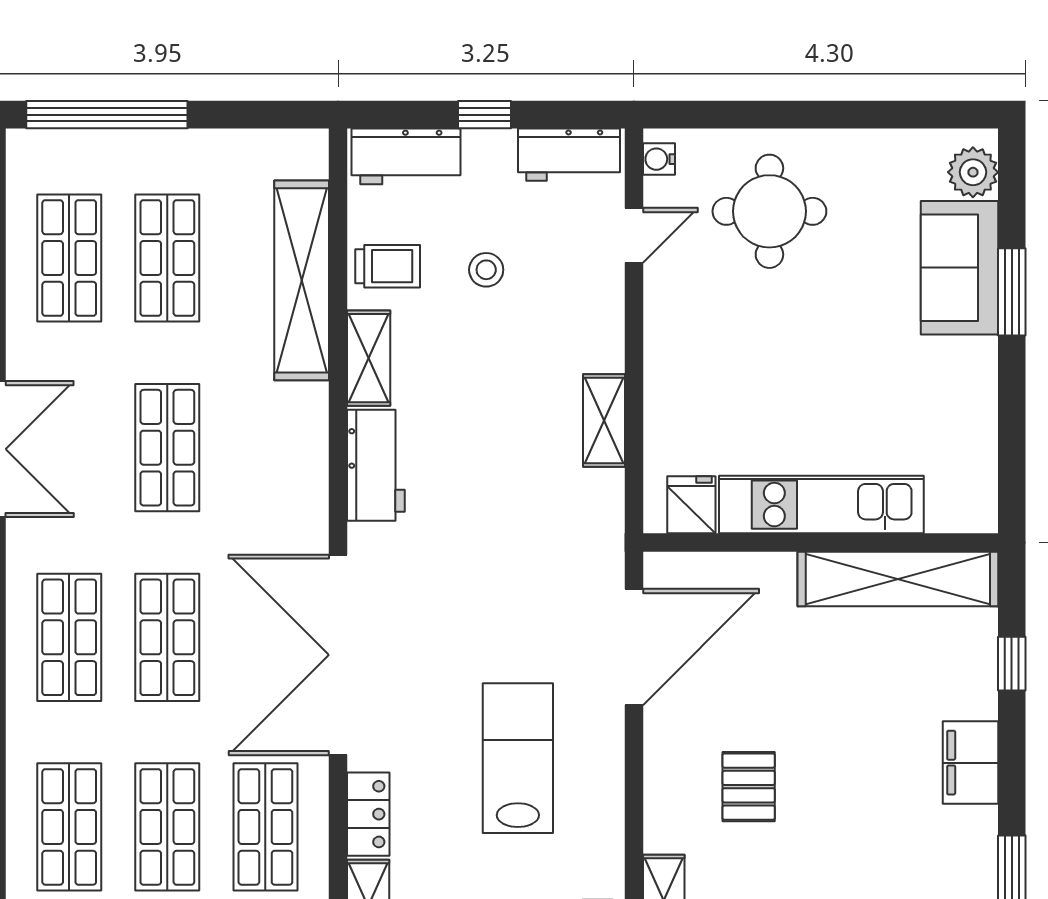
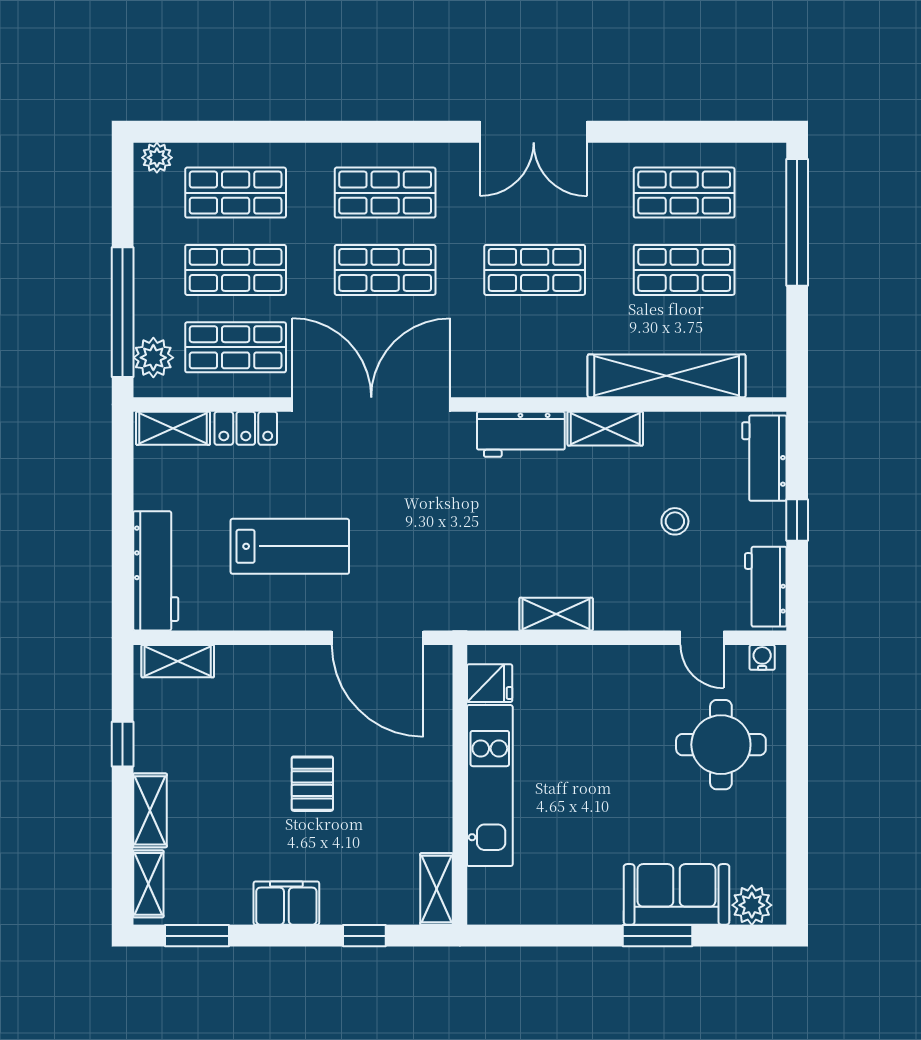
trolley: (388, 266) -> (678, 444), removed
shelving: (898, 579) -> (437, 889), width x0.45, depth x0.75
pallet: (749, 787) -> (312, 784), moved, turned 90

